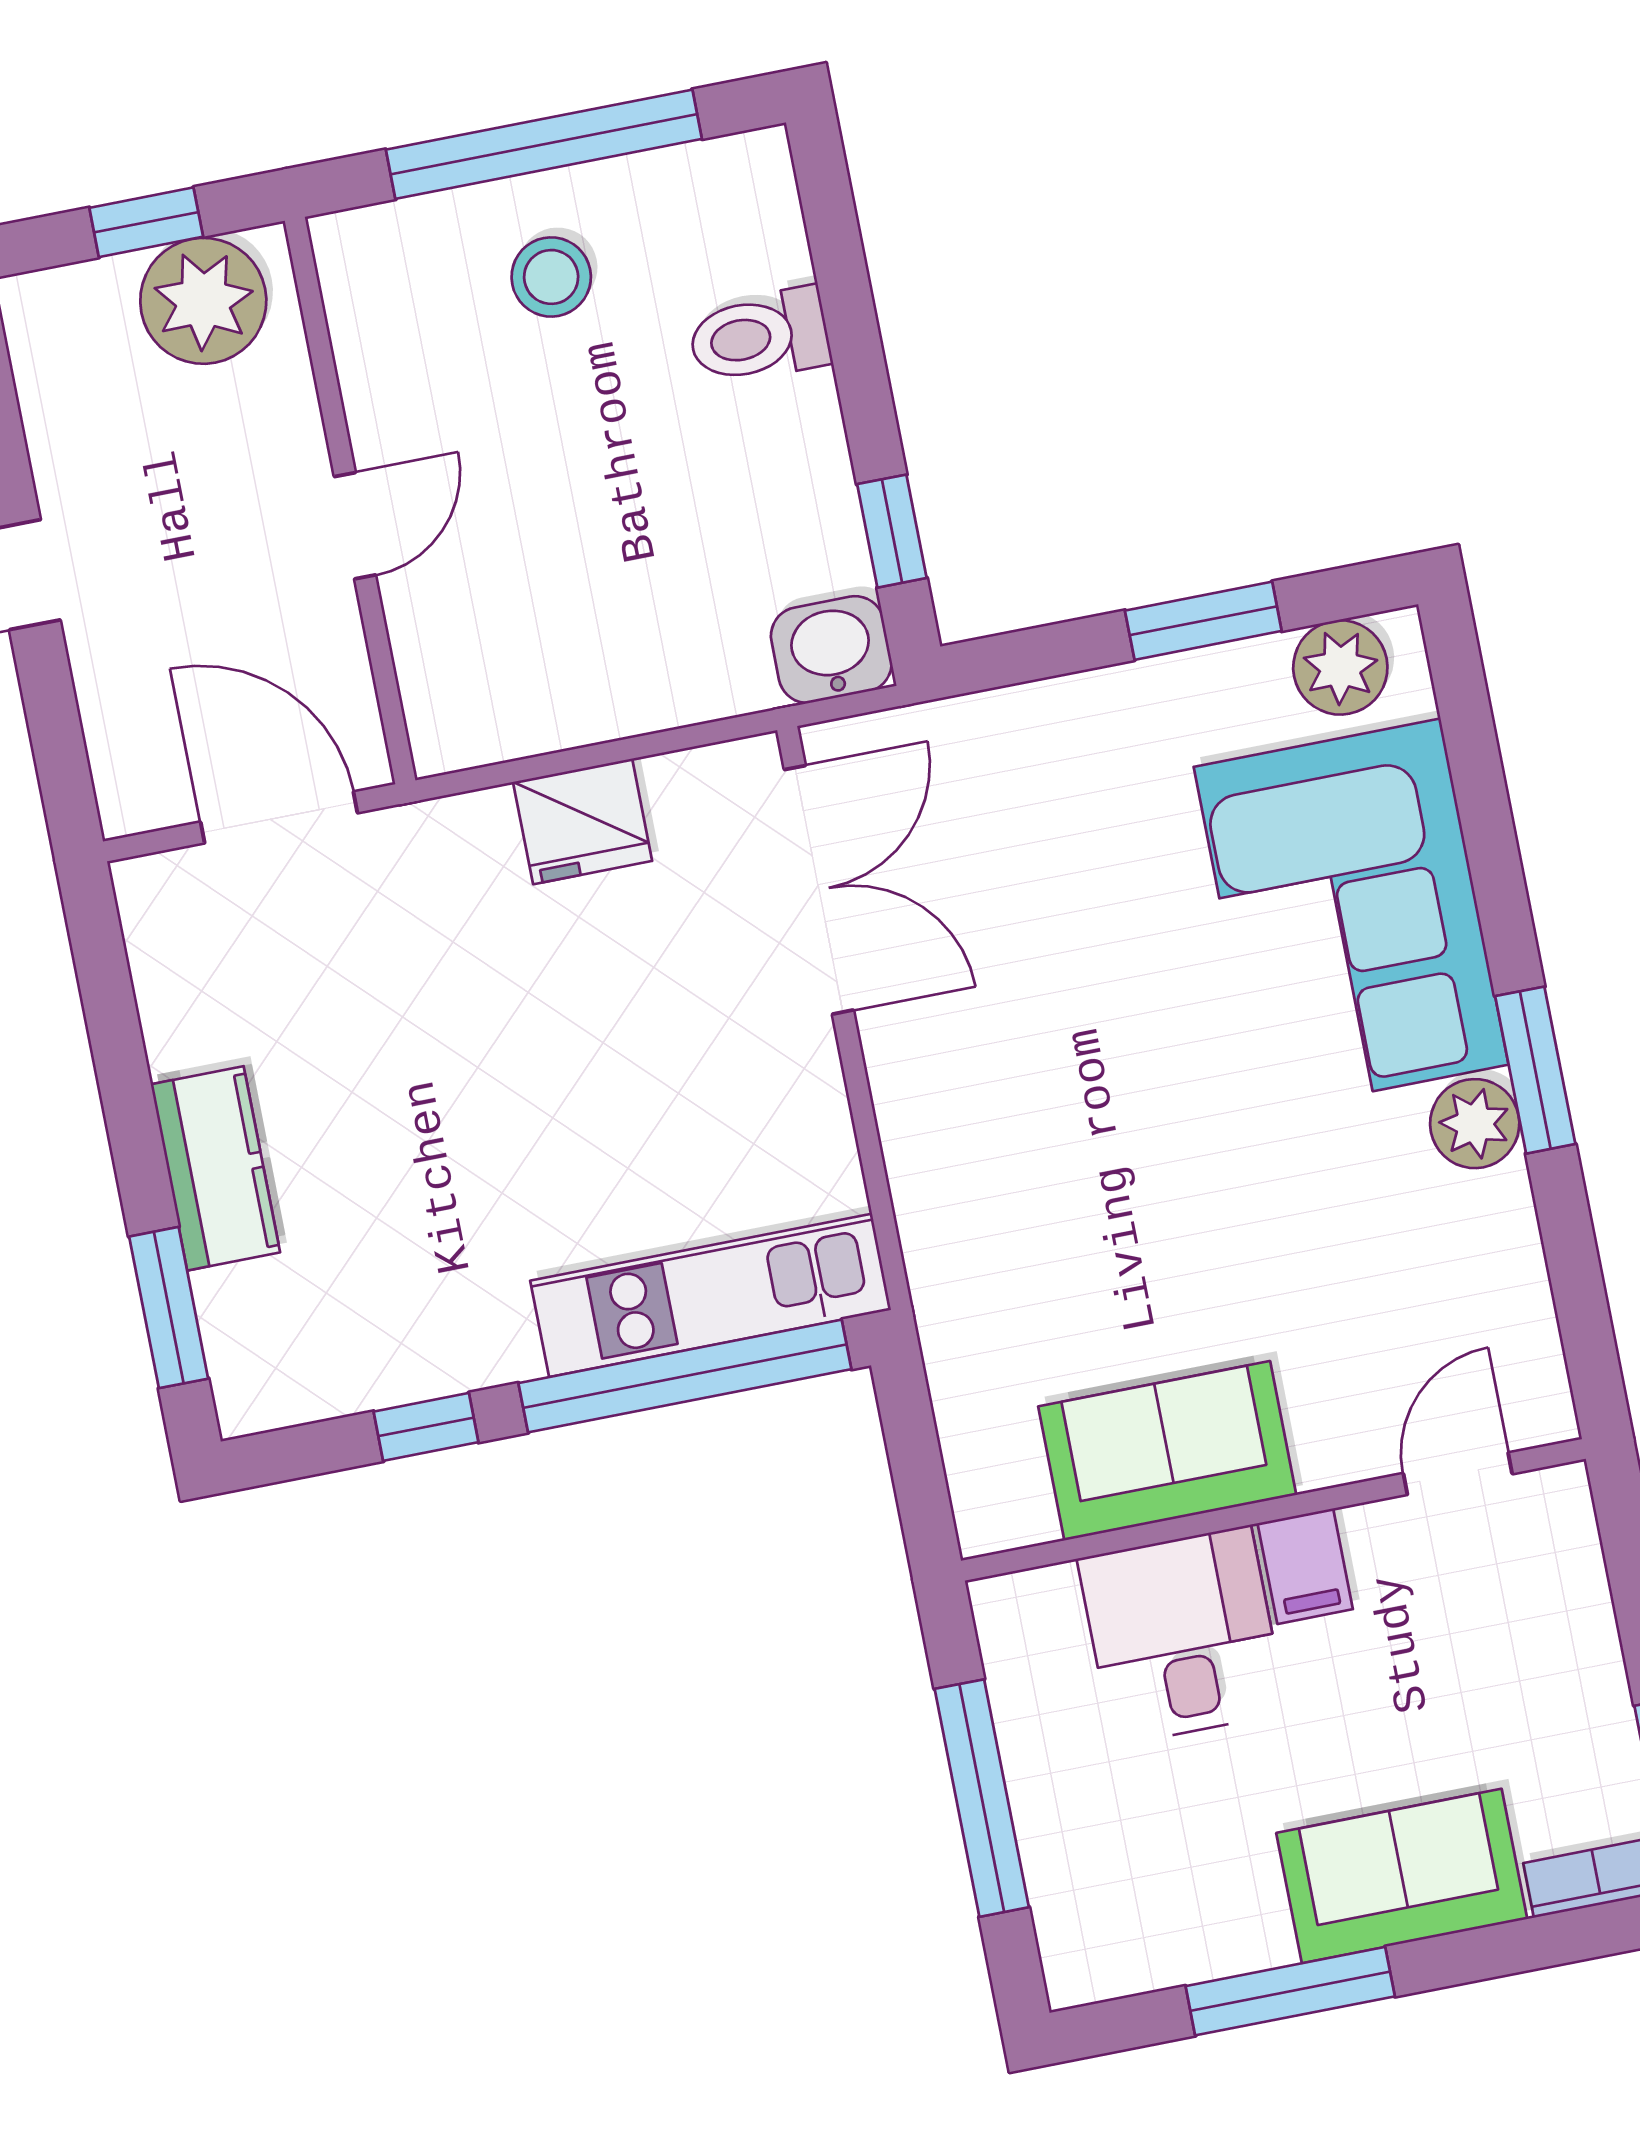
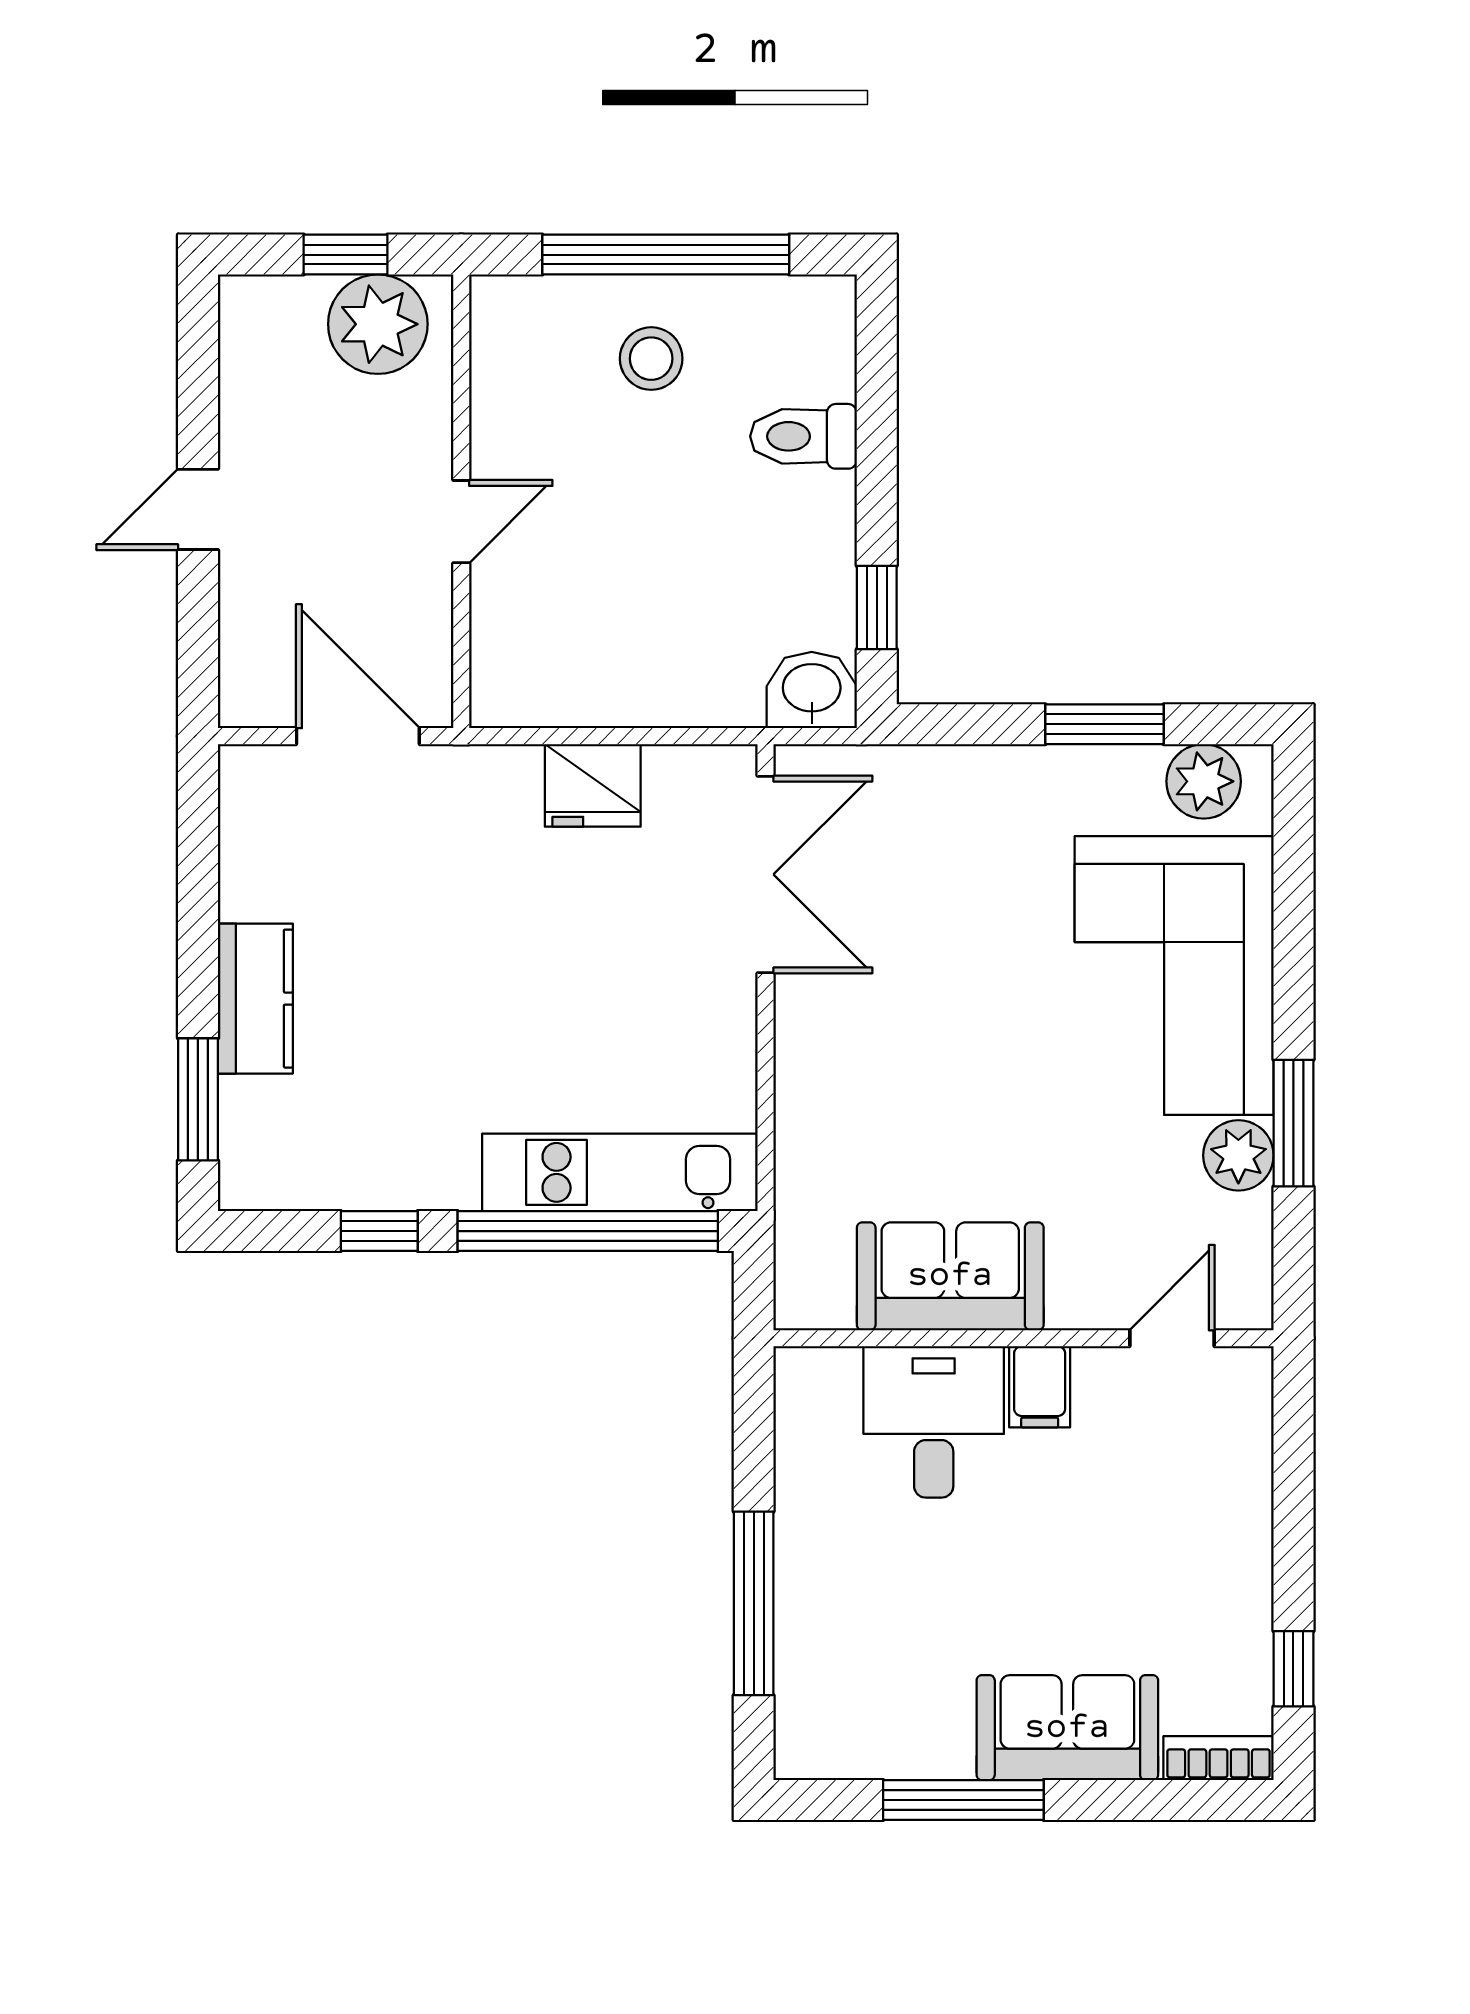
sofa: (1167, 1451) -> (950, 1276), moved
door: (1458, 1474) -> (1172, 1338), moved
wall: (1273, 1510) -> (1024, 1338), moved
filing cabinet: (1305, 1566) -> (1040, 1387), moved
desk: (1182, 1636) -> (934, 1422), moved

